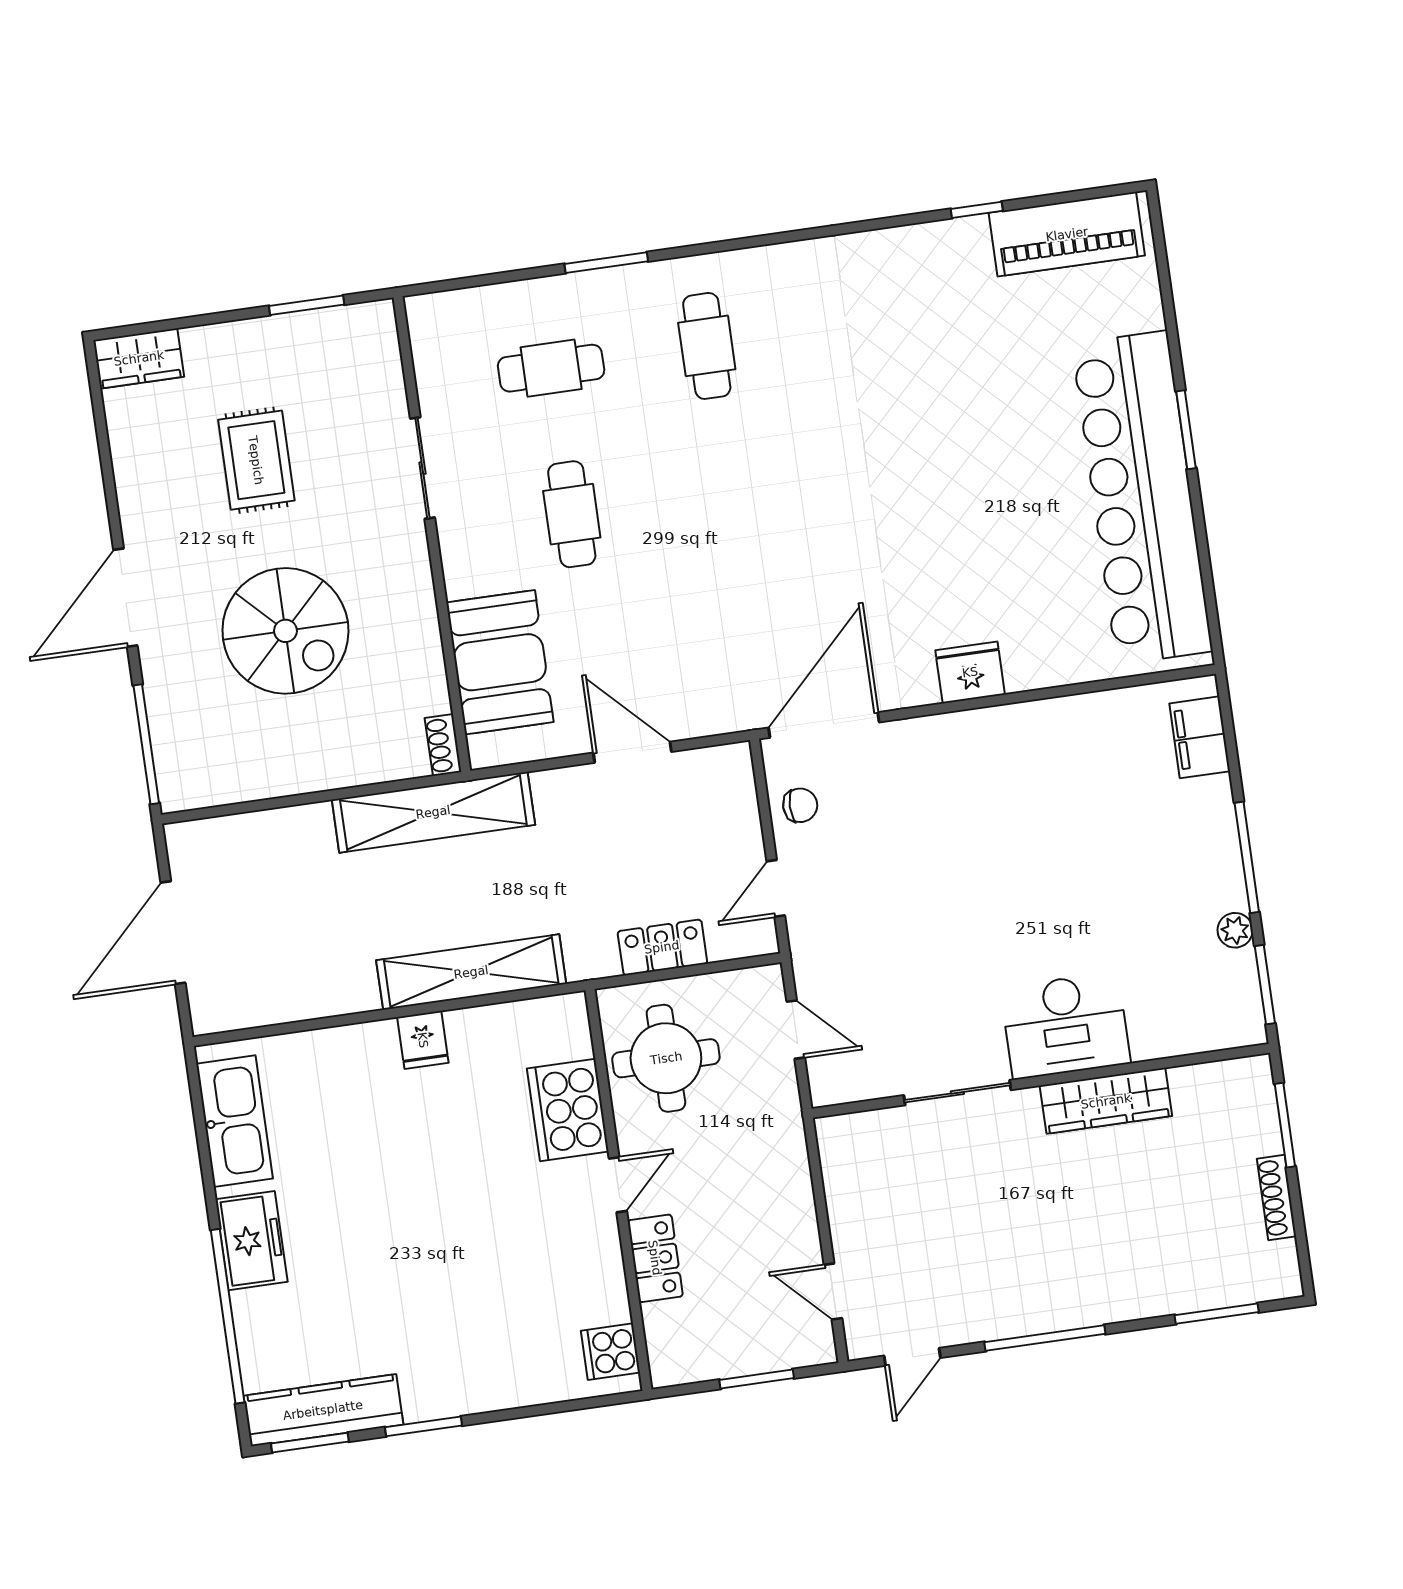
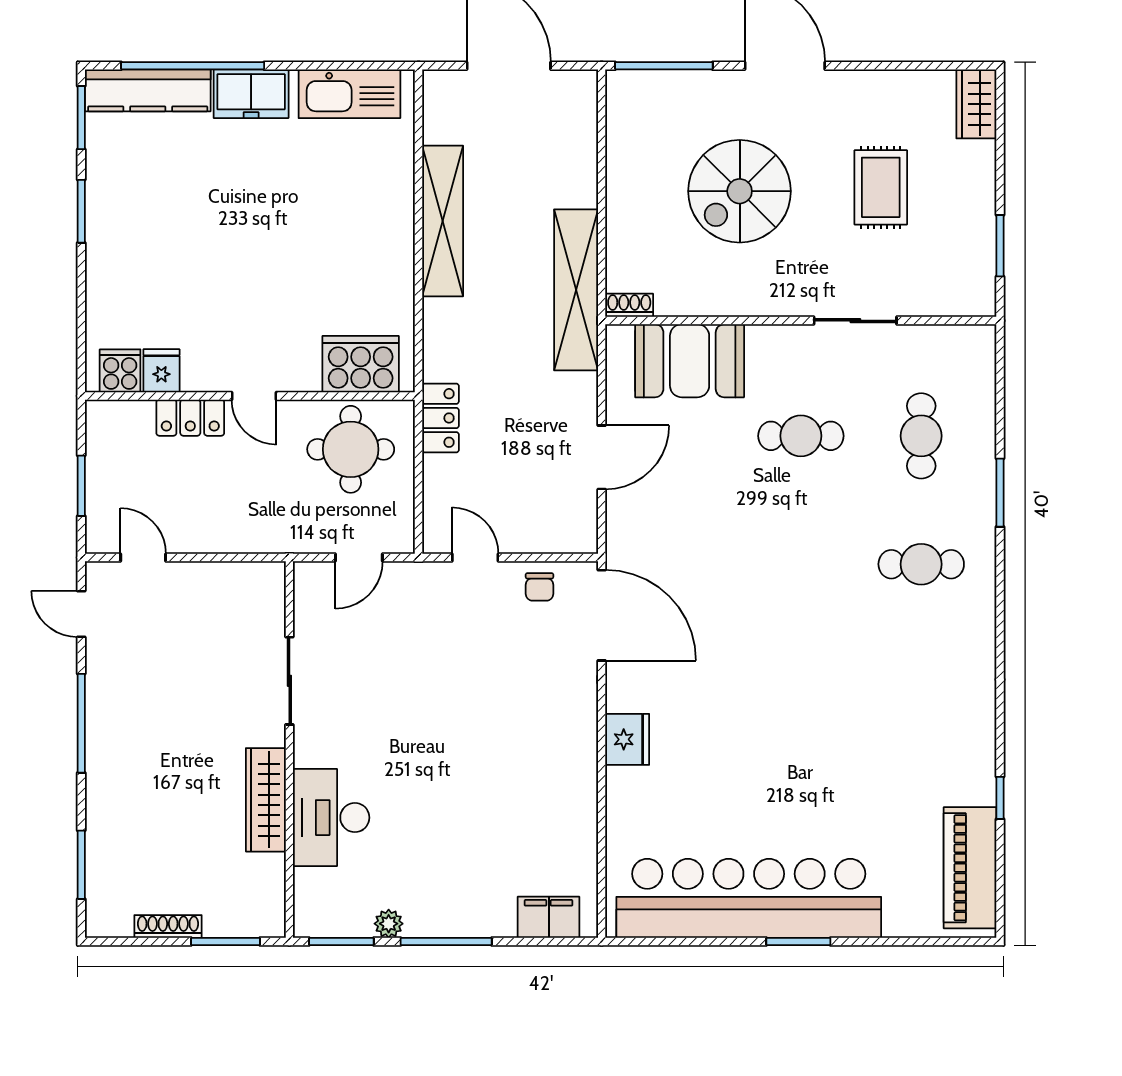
rug: (256, 460) -> (881, 187), turned 90
locker: (662, 947) -> (441, 418), moved
shelving: (471, 972) -> (443, 221), moved
desk: (1065, 1026) -> (331, 818), moved
fridge: (423, 1040) -> (161, 371), moved, turned 90
cooker: (568, 1110) -> (361, 364), moved
door: (833, 1291) -> (143, 557), hinge flipped
kitchen counter: (323, 1410) -> (148, 90), moved, turned 90

